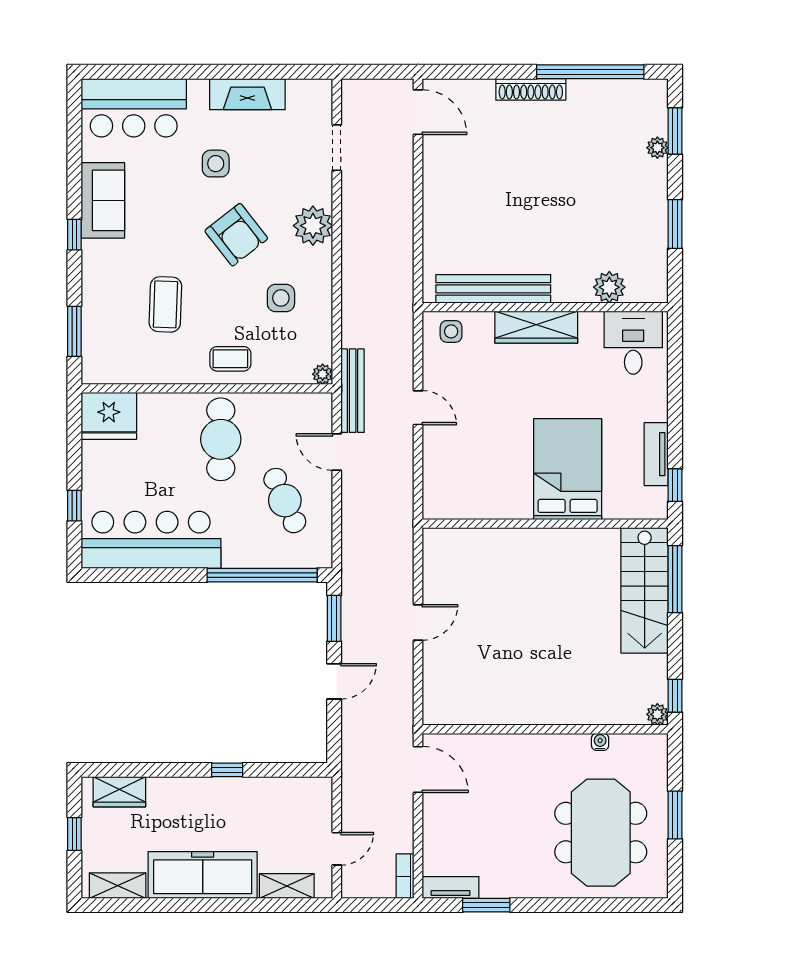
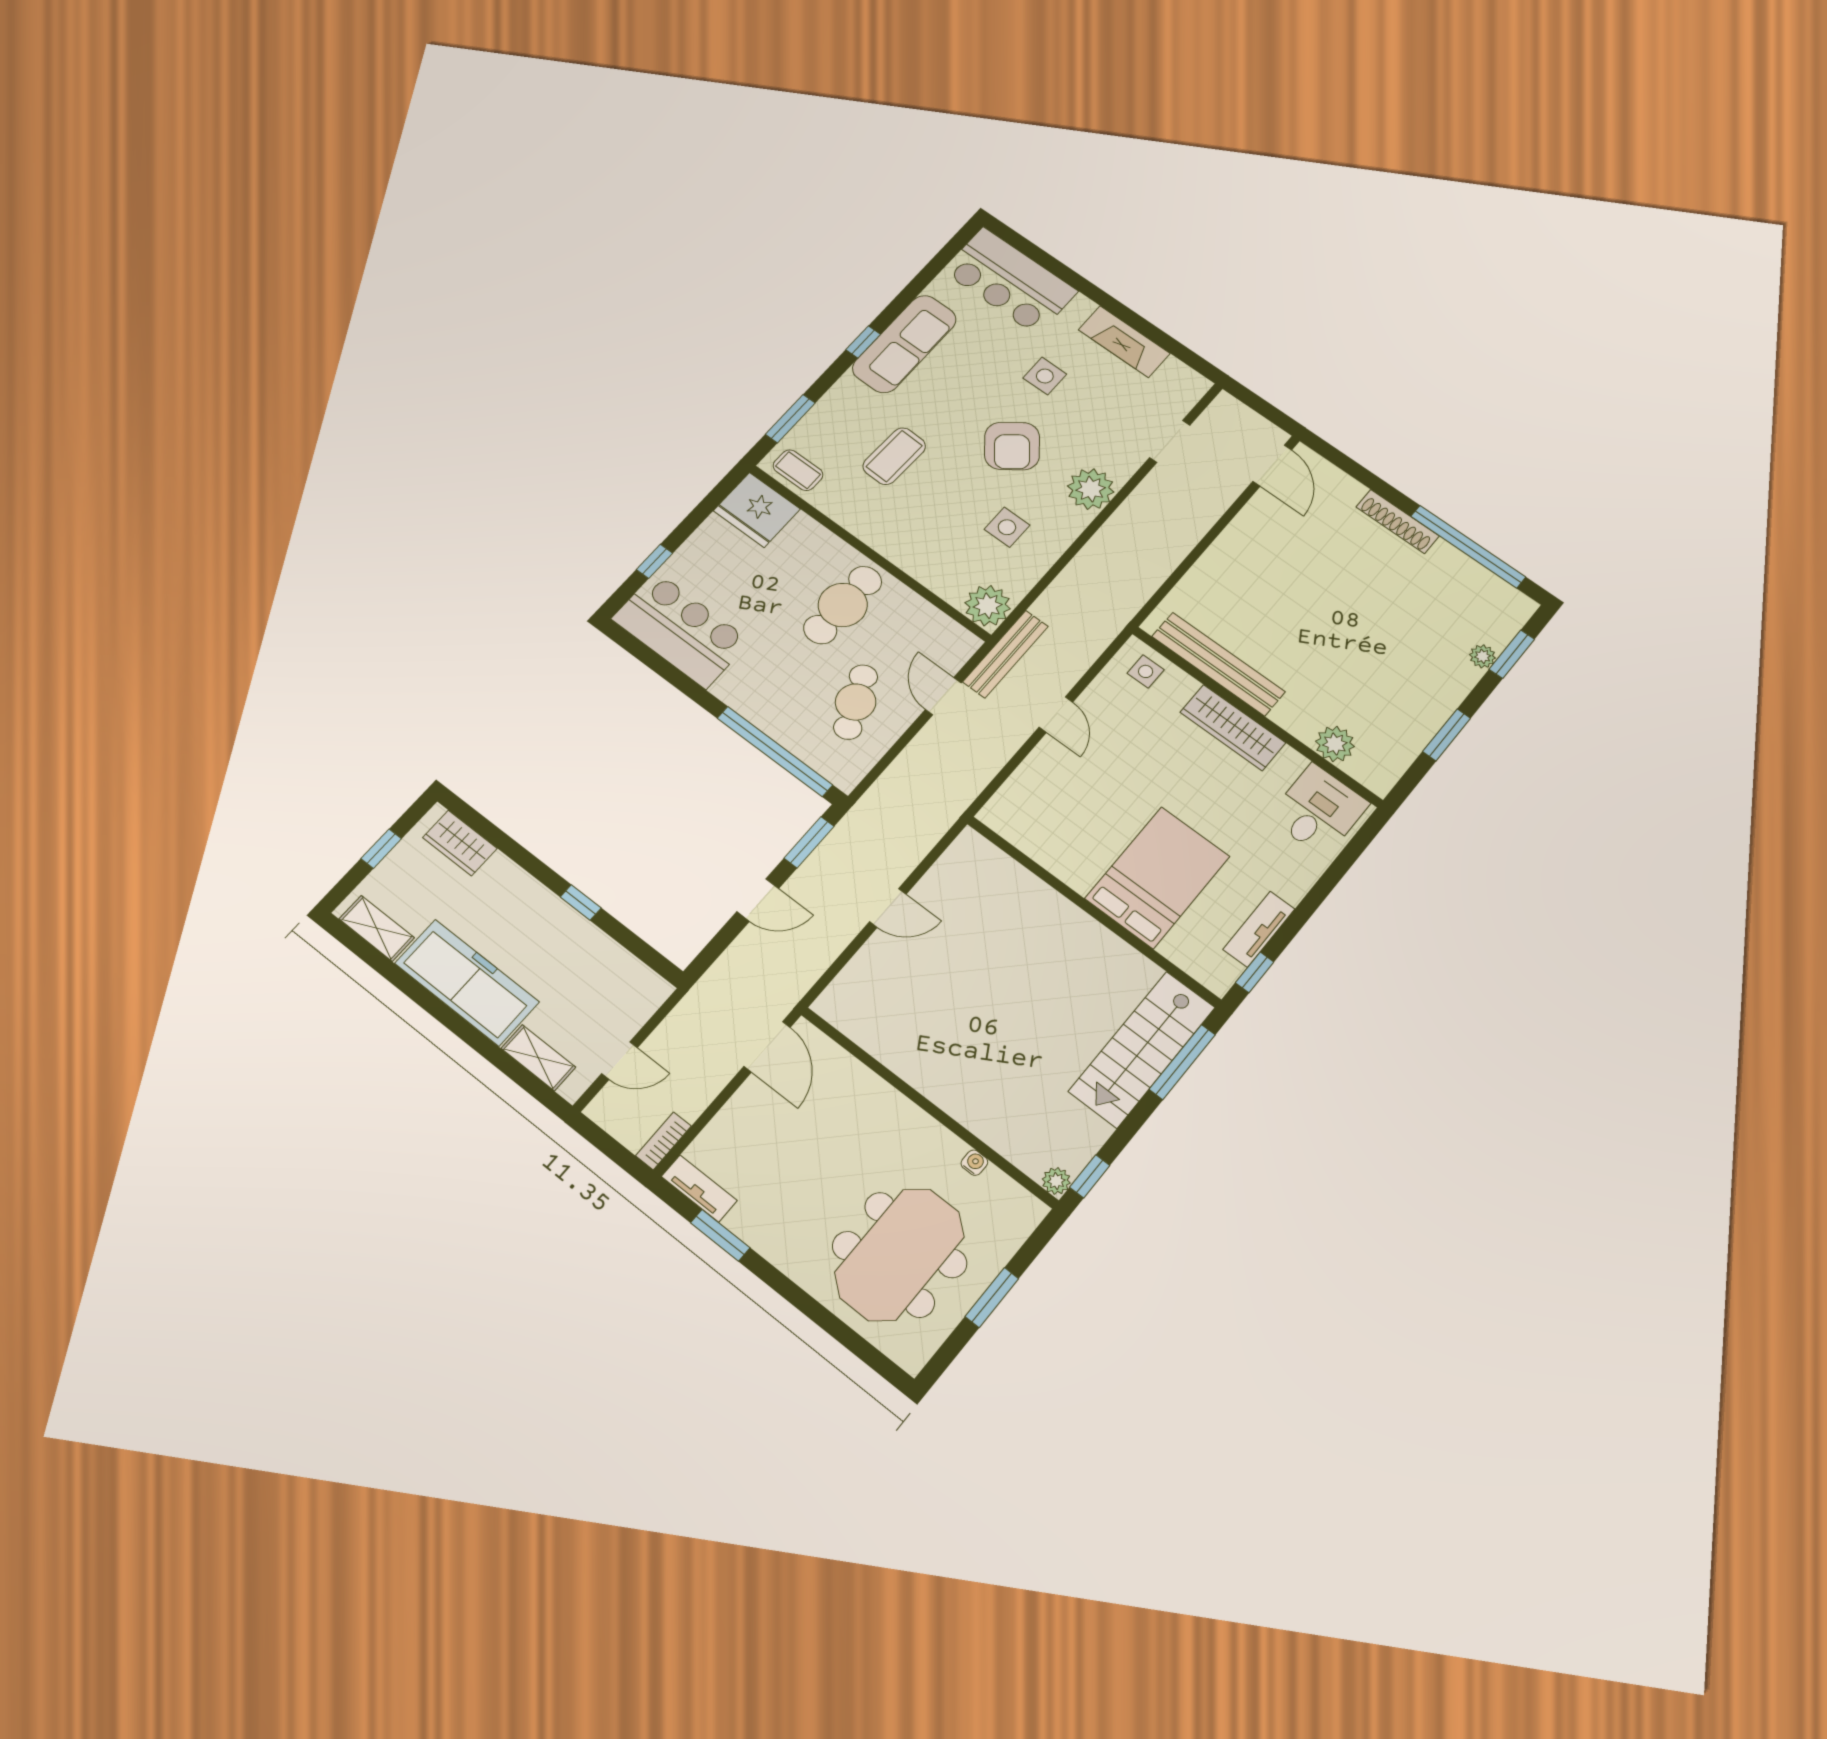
sofa: (103, 200) -> (904, 344), width x1.36
coffee table: (230, 359) -> (798, 470), moved
plant: (323, 374) -> (988, 606), width x1.87, depth x1.87
bar counter: (151, 540) -> (681, 630), width x0.73

